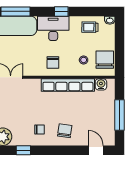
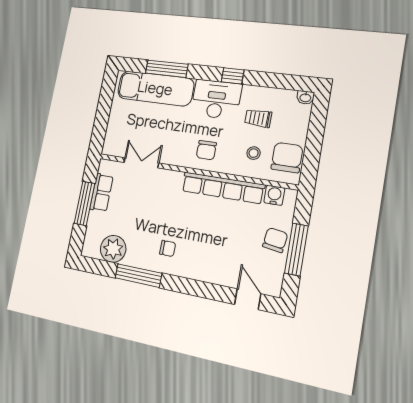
trolley: (90, 27) -> (258, 118), moved
chair: (65, 131) -> (275, 240), moved
window: (23, 150) -> (138, 276), width x2.17

